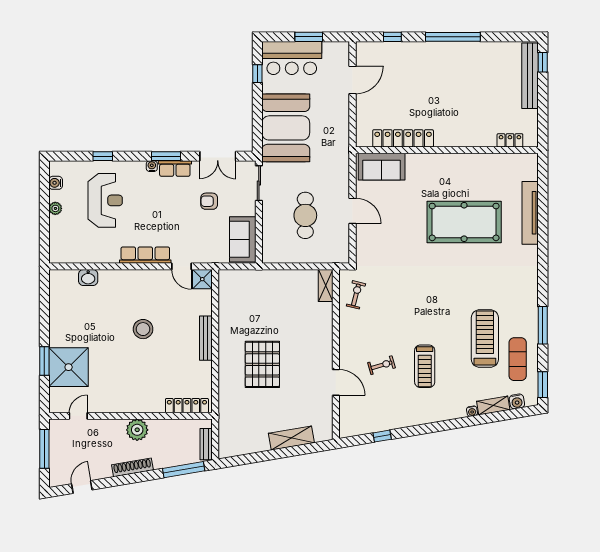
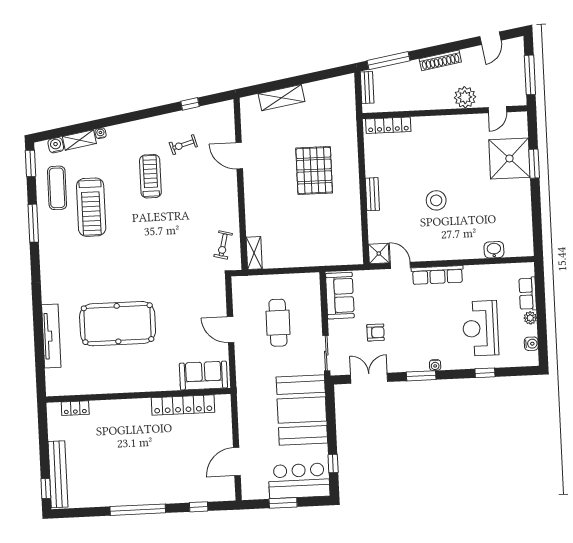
row of seats: (175, 169) -> (528, 294), moved, turned -90
bench: (206, 338) -> (372, 194), width x0.73
exercise bike: (382, 365) -> (183, 145), moved
plant: (137, 430) -> (465, 97), moved

